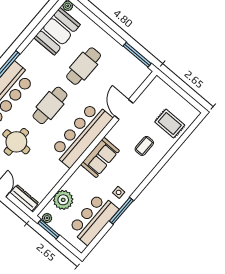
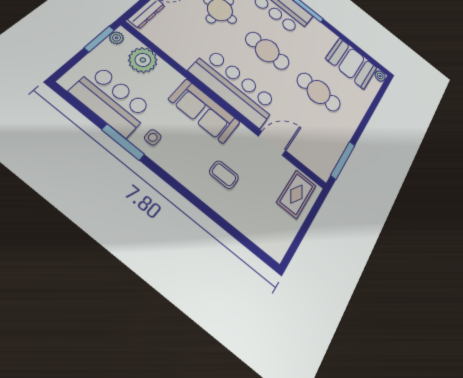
rug: (170, 123) -> (296, 194), moved
sofa: (100, 157) -> (204, 111), width x1.36

